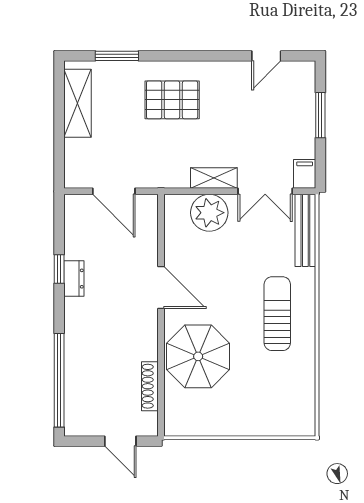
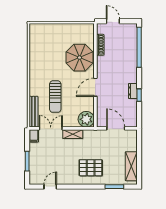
plant: (209, 213) -> (86, 119), moved
door: (161, 287) -> (95, 87), hinge flipped
sun lounger: (277, 314) -> (55, 97), moved

